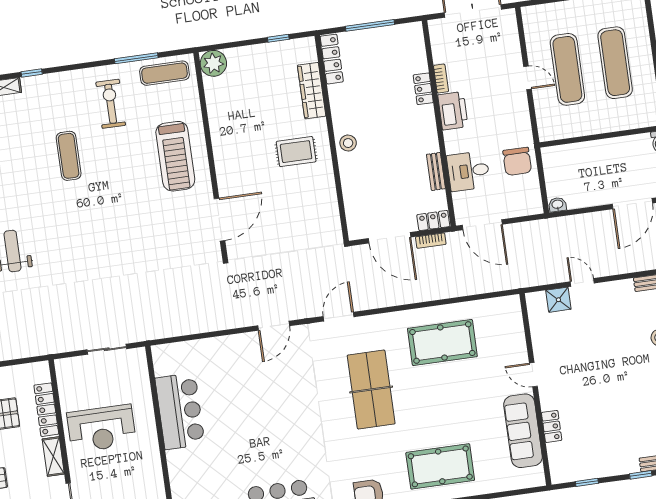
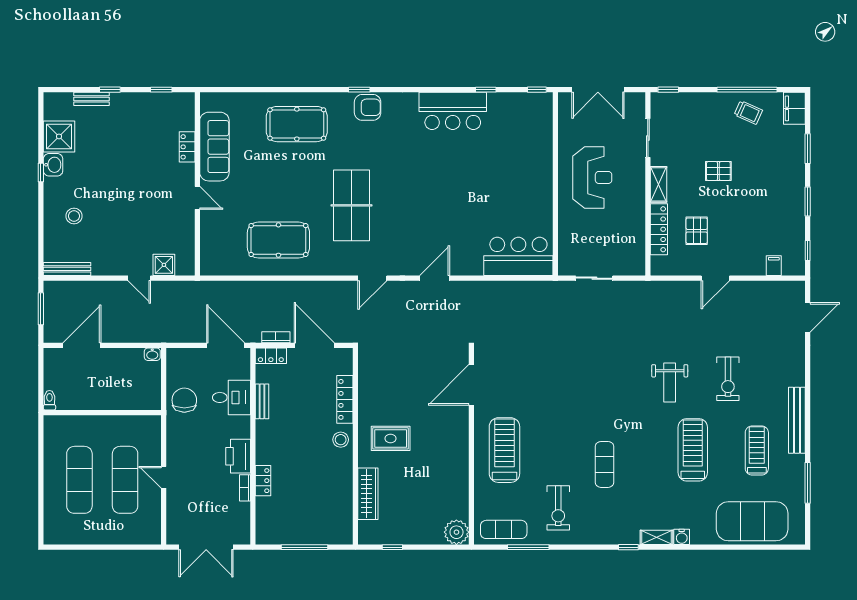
locker: (332, 59) -> (345, 399), moved
bar counter: (180, 411) -> (518, 256), moved, turned 90
reception desk: (101, 428) -> (592, 177), moved, turned 90

